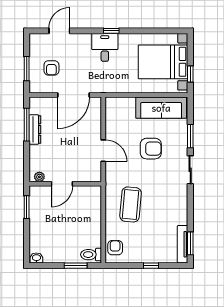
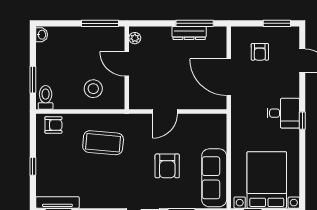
armchair: (51, 68) -> (260, 52), turned -90
window: (27, 69) -> (277, 23), moved
window: (27, 207) -> (100, 23), width x1.44
stool: (83, 213) -> (93, 89), added

